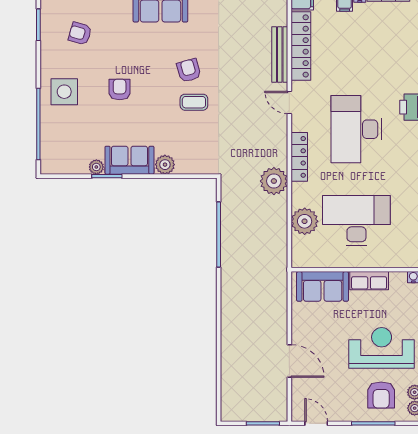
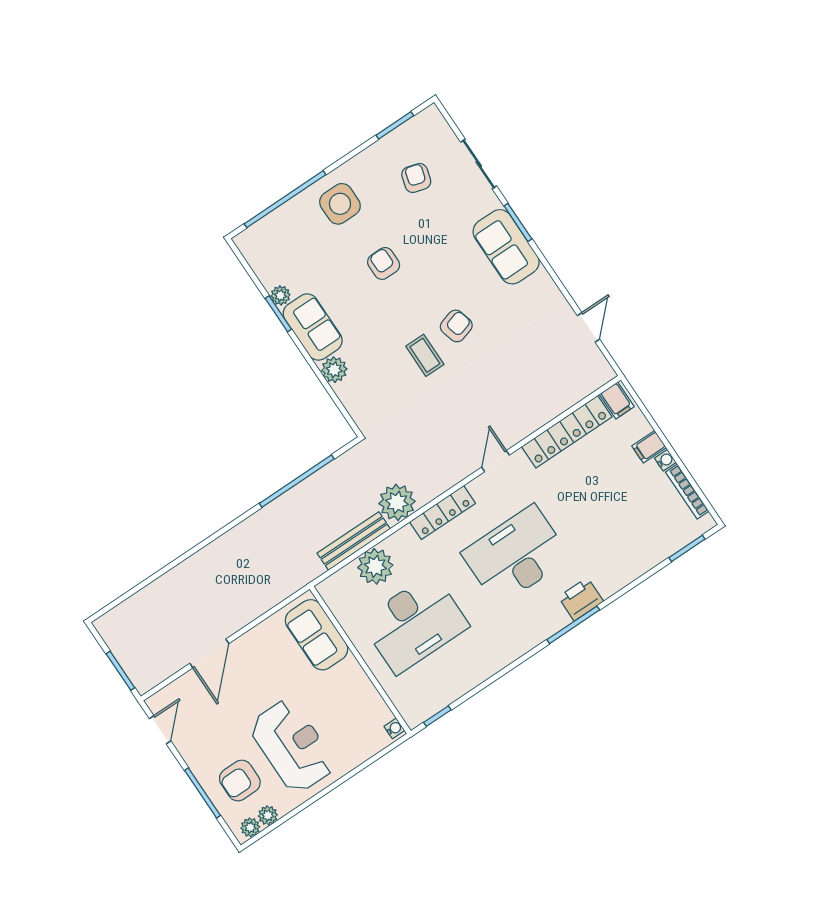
bench: (280, 55) -> (354, 541), moved
armchair: (120, 89) -> (384, 263), turned -90
desk: (356, 221) -> (415, 623), turned 90
row of seats: (369, 281) -> (357, 682), removed

